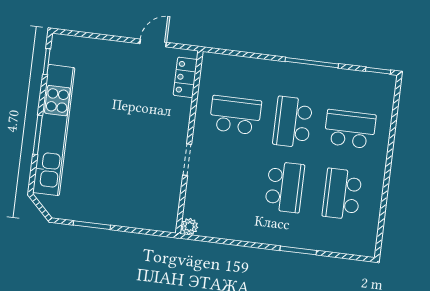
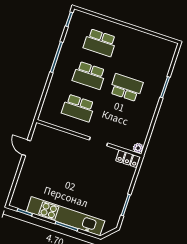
locker: (185, 77) -> (128, 159), moved
school desk: (235, 115) -> (78, 108), turned -90
school desk: (350, 129) -> (100, 43), turned -90
school desk: (342, 194) -> (137, 55), removed

